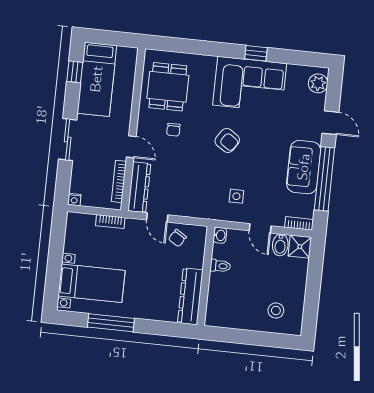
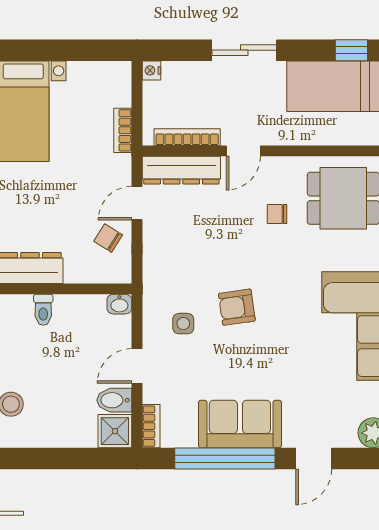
armchair: (227, 140) -> (237, 307), moved, turned 48
toilet: (220, 266) -> (43, 310), moved

